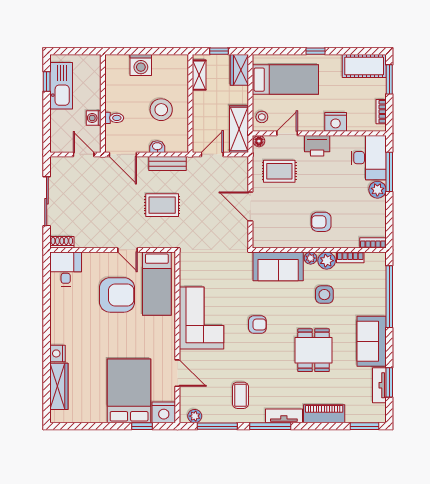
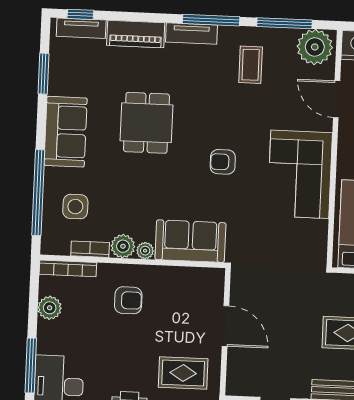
plant: (377, 190) -> (50, 308), moved
bookcase: (373, 243) -> (68, 268), width x1.56
side table: (324, 295) -> (75, 207), moved
tv unit: (379, 385) -> (81, 28), moved, turned 90
plant: (195, 416) -> (315, 47), width x1.88, depth x1.88
window: (365, 426) -> (80, 14), width x0.67

